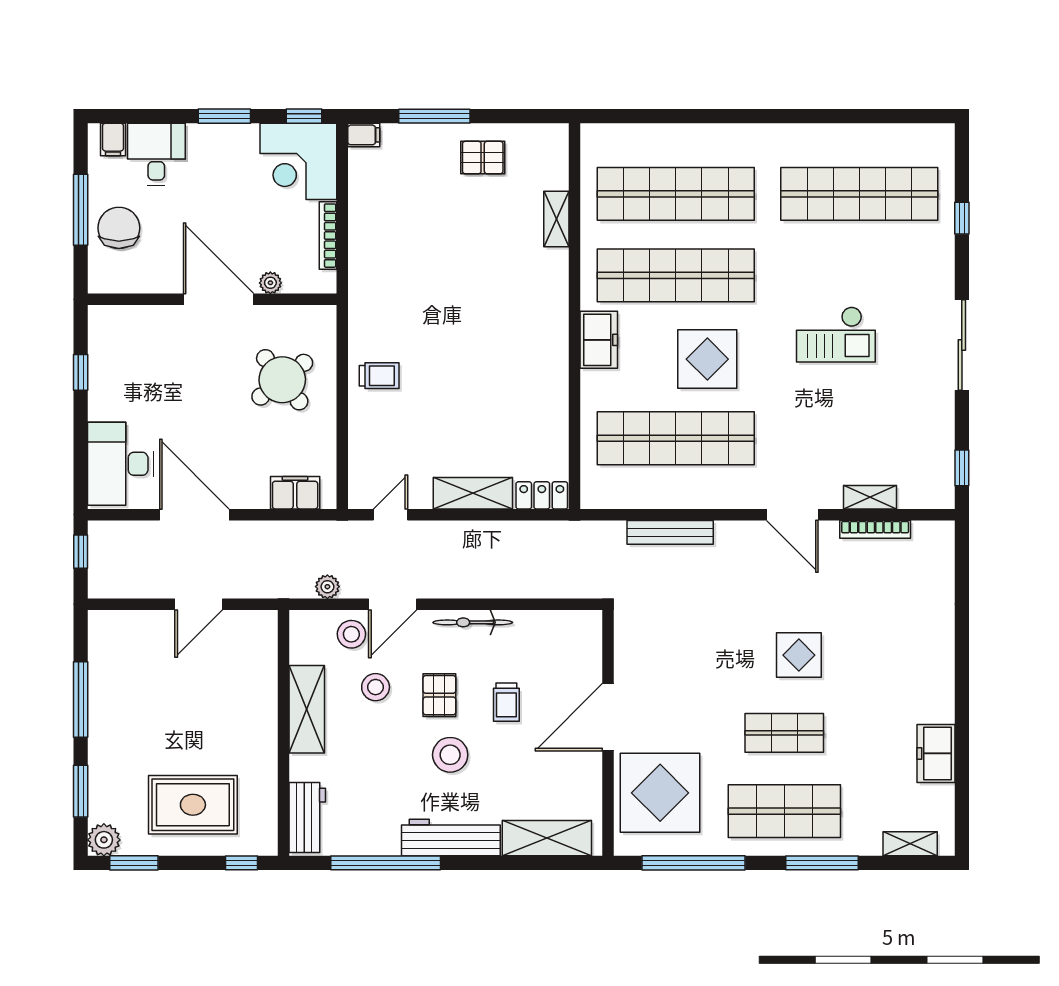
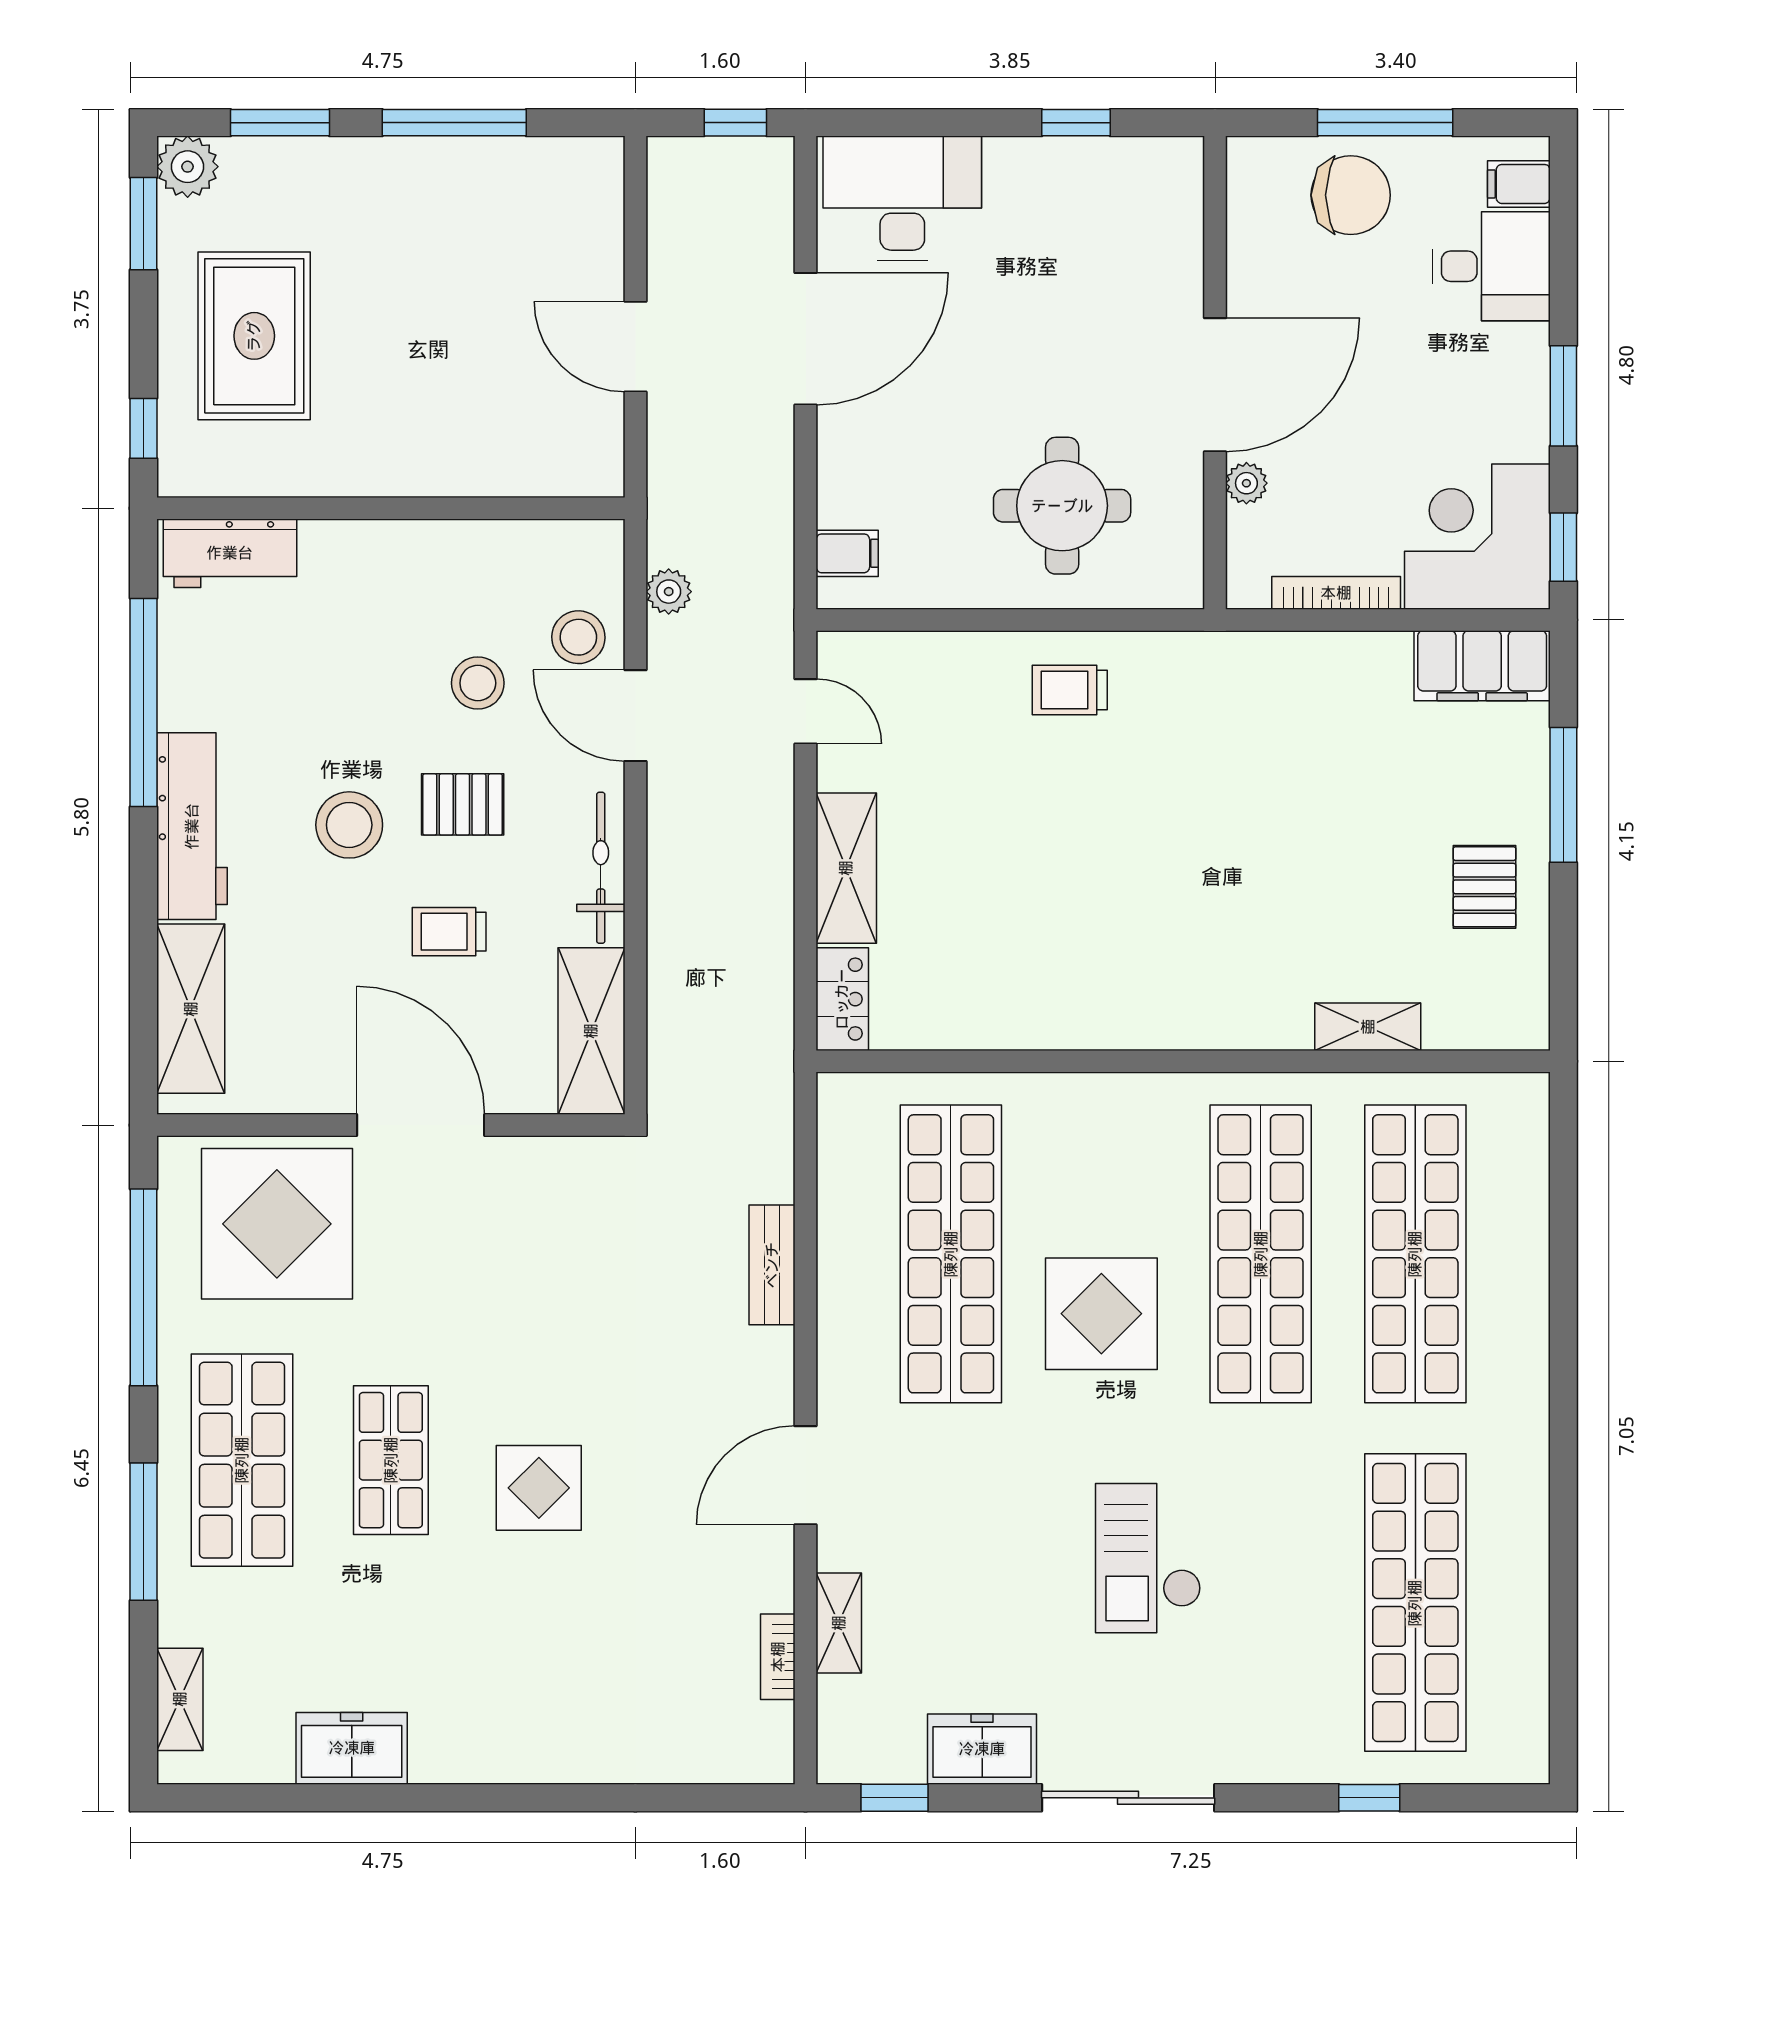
filing cabinet: (364, 135) -> (1482, 666), width x3.00, depth x1.17
freezer: (599, 340) -> (982, 1749), moved, turned 180
trolley: (379, 376) -> (1070, 690), turned 90
round table: (282, 380) -> (1062, 506), turned 38
filing cabinet: (295, 493) -> (847, 553), width x0.50
bookcase: (875, 529) -> (778, 1657), width x0.64
bench: (670, 532) -> (772, 1265), width x0.73
shelving: (307, 709) -> (591, 1031), moved, turned 90

